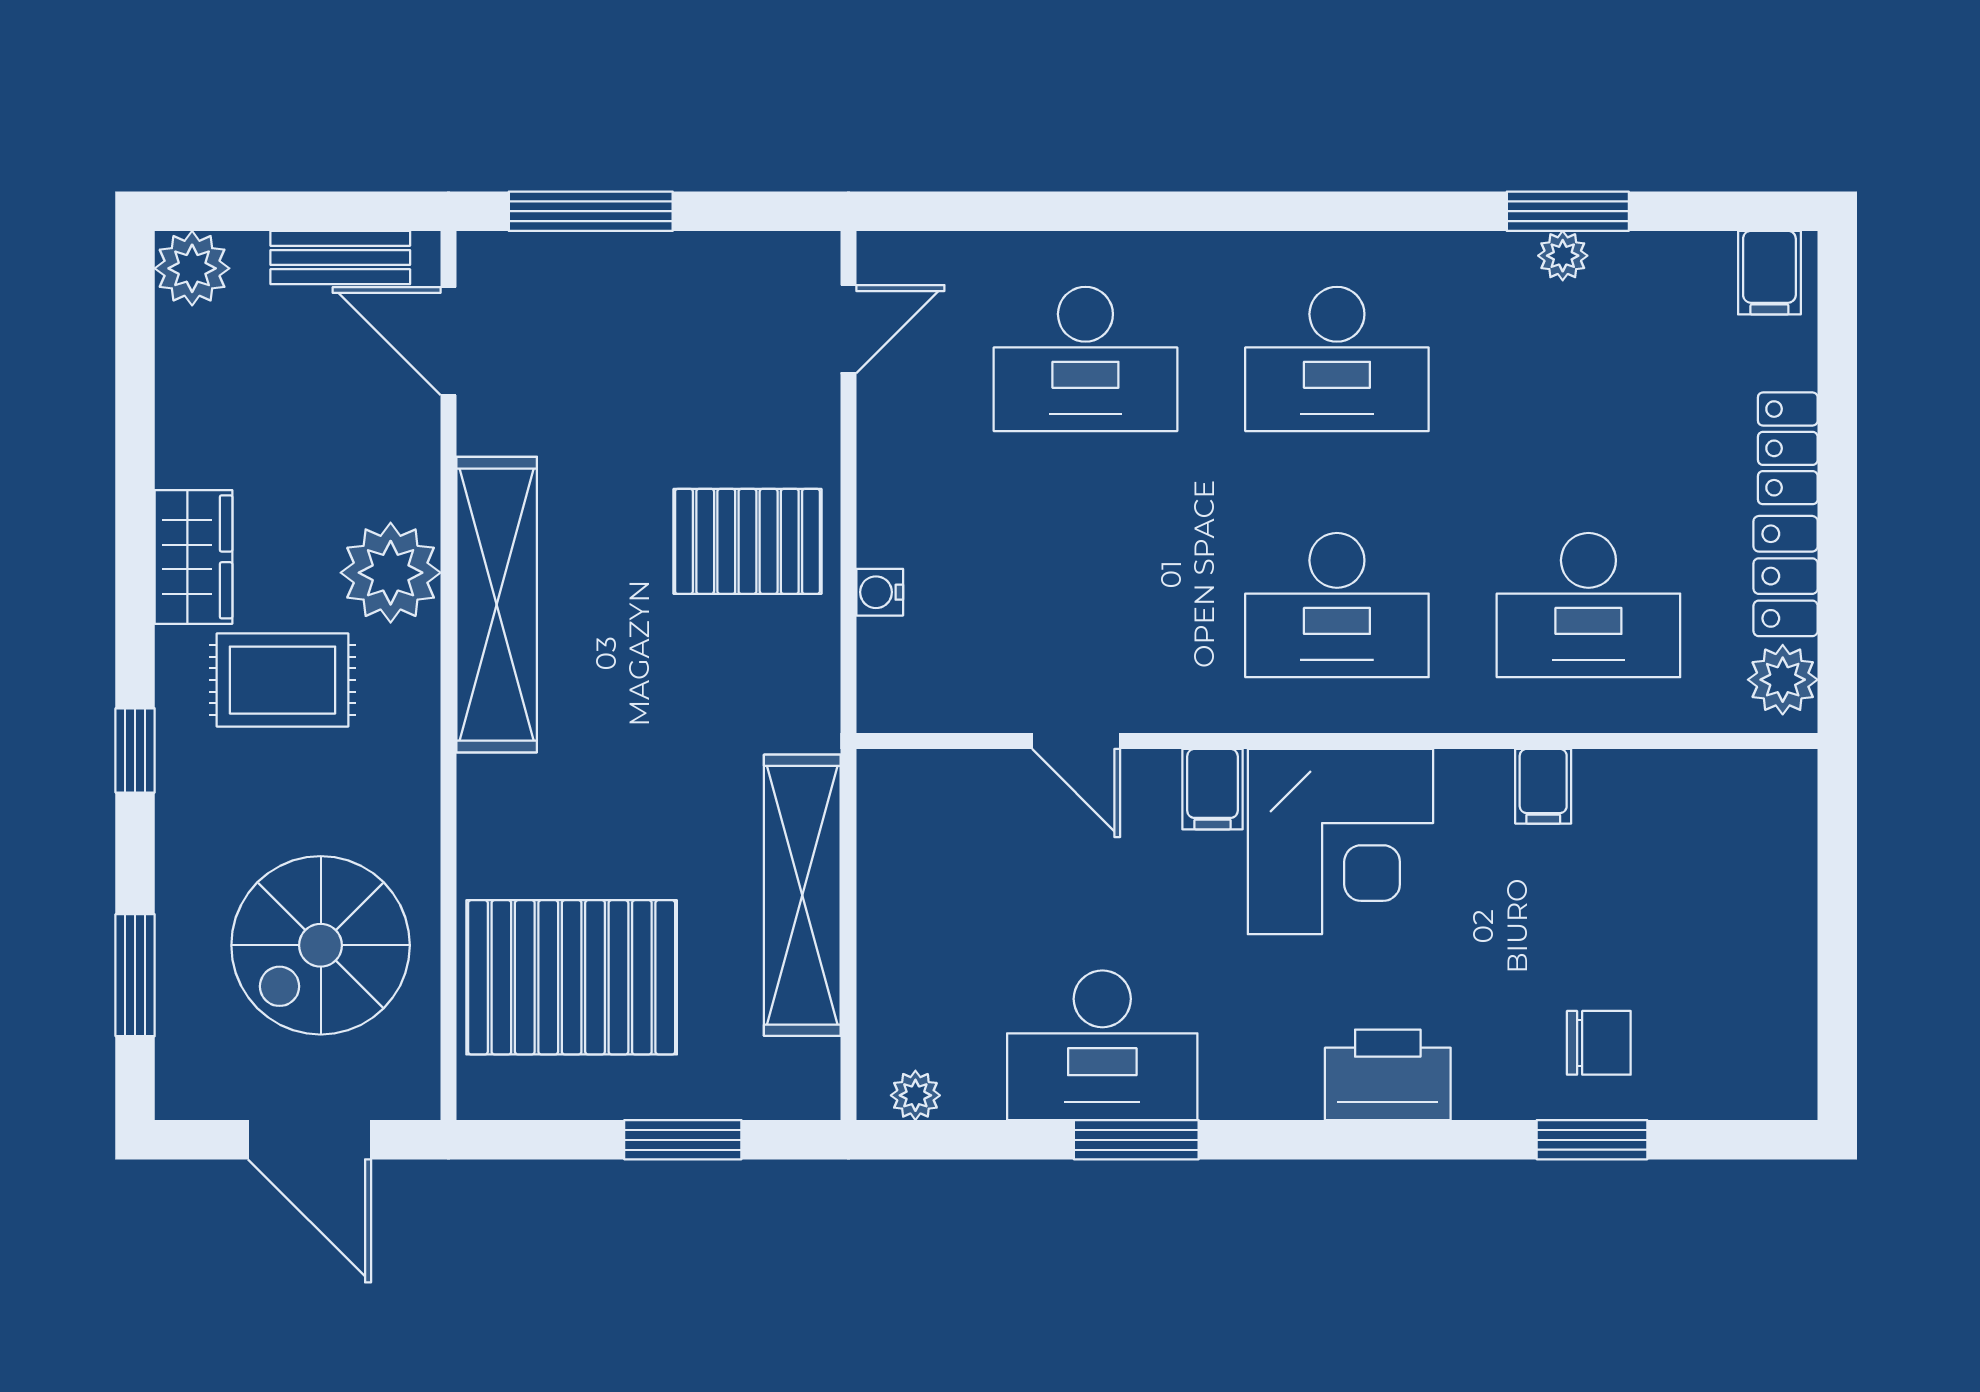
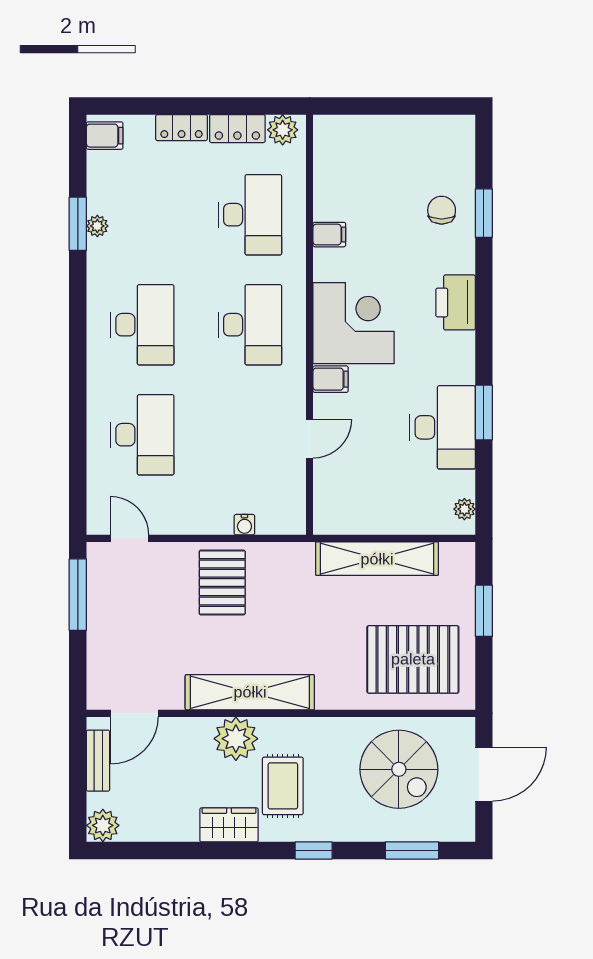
window: (591, 211) -> (78, 595), moved
pallet: (572, 977) -> (413, 659), turned 90

